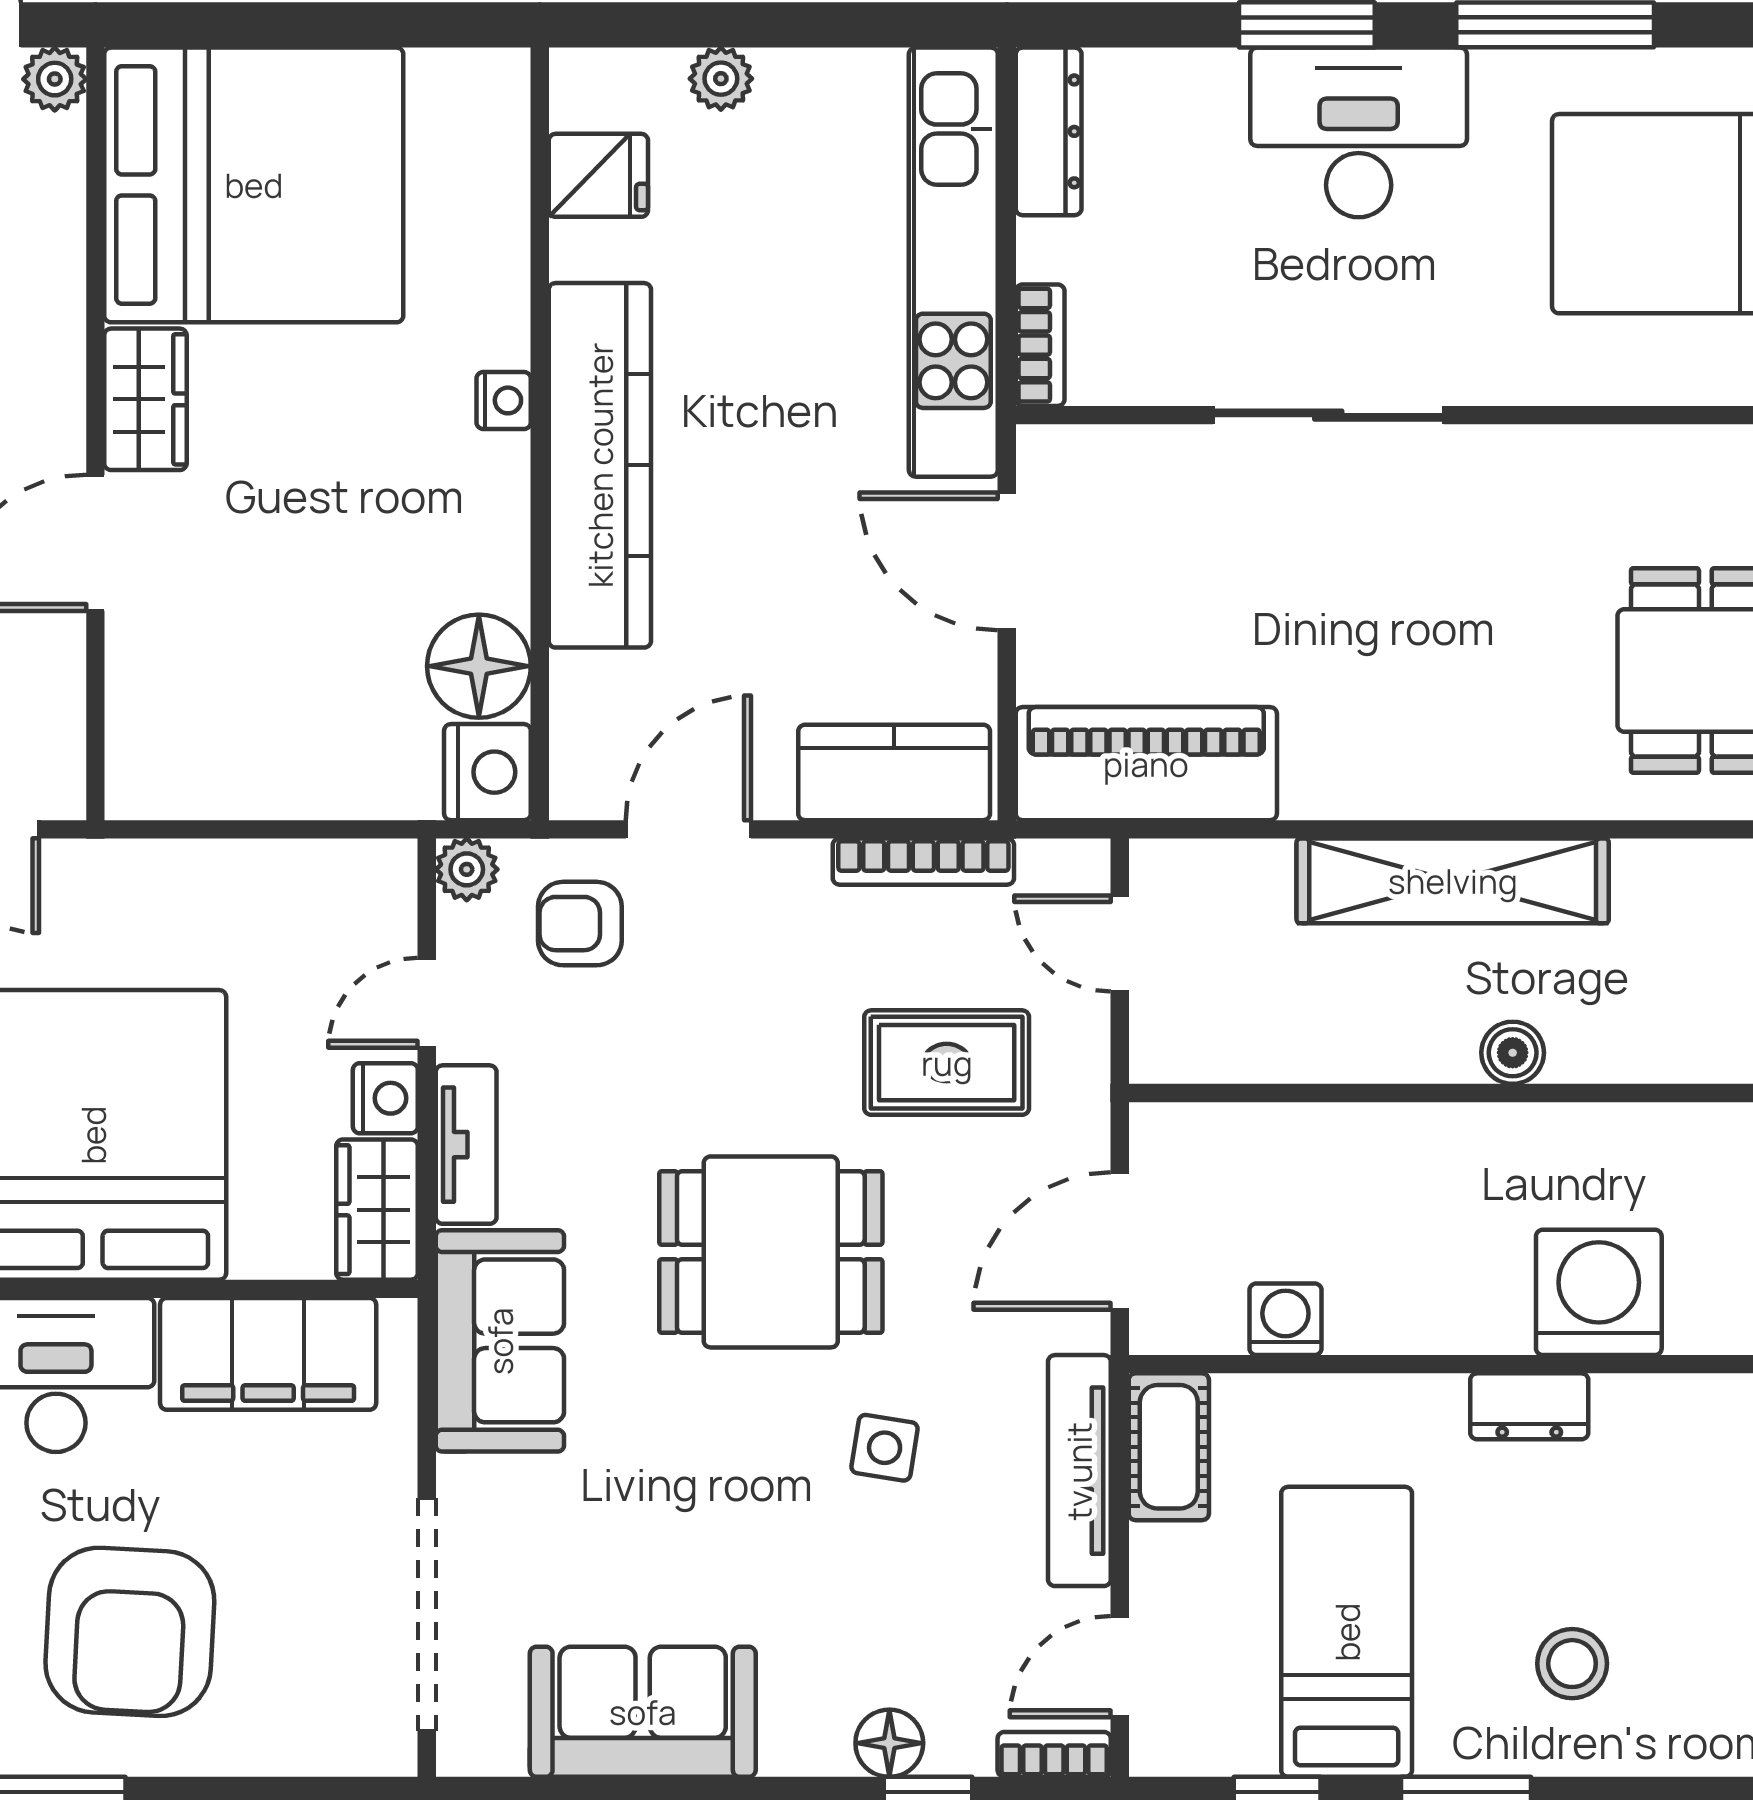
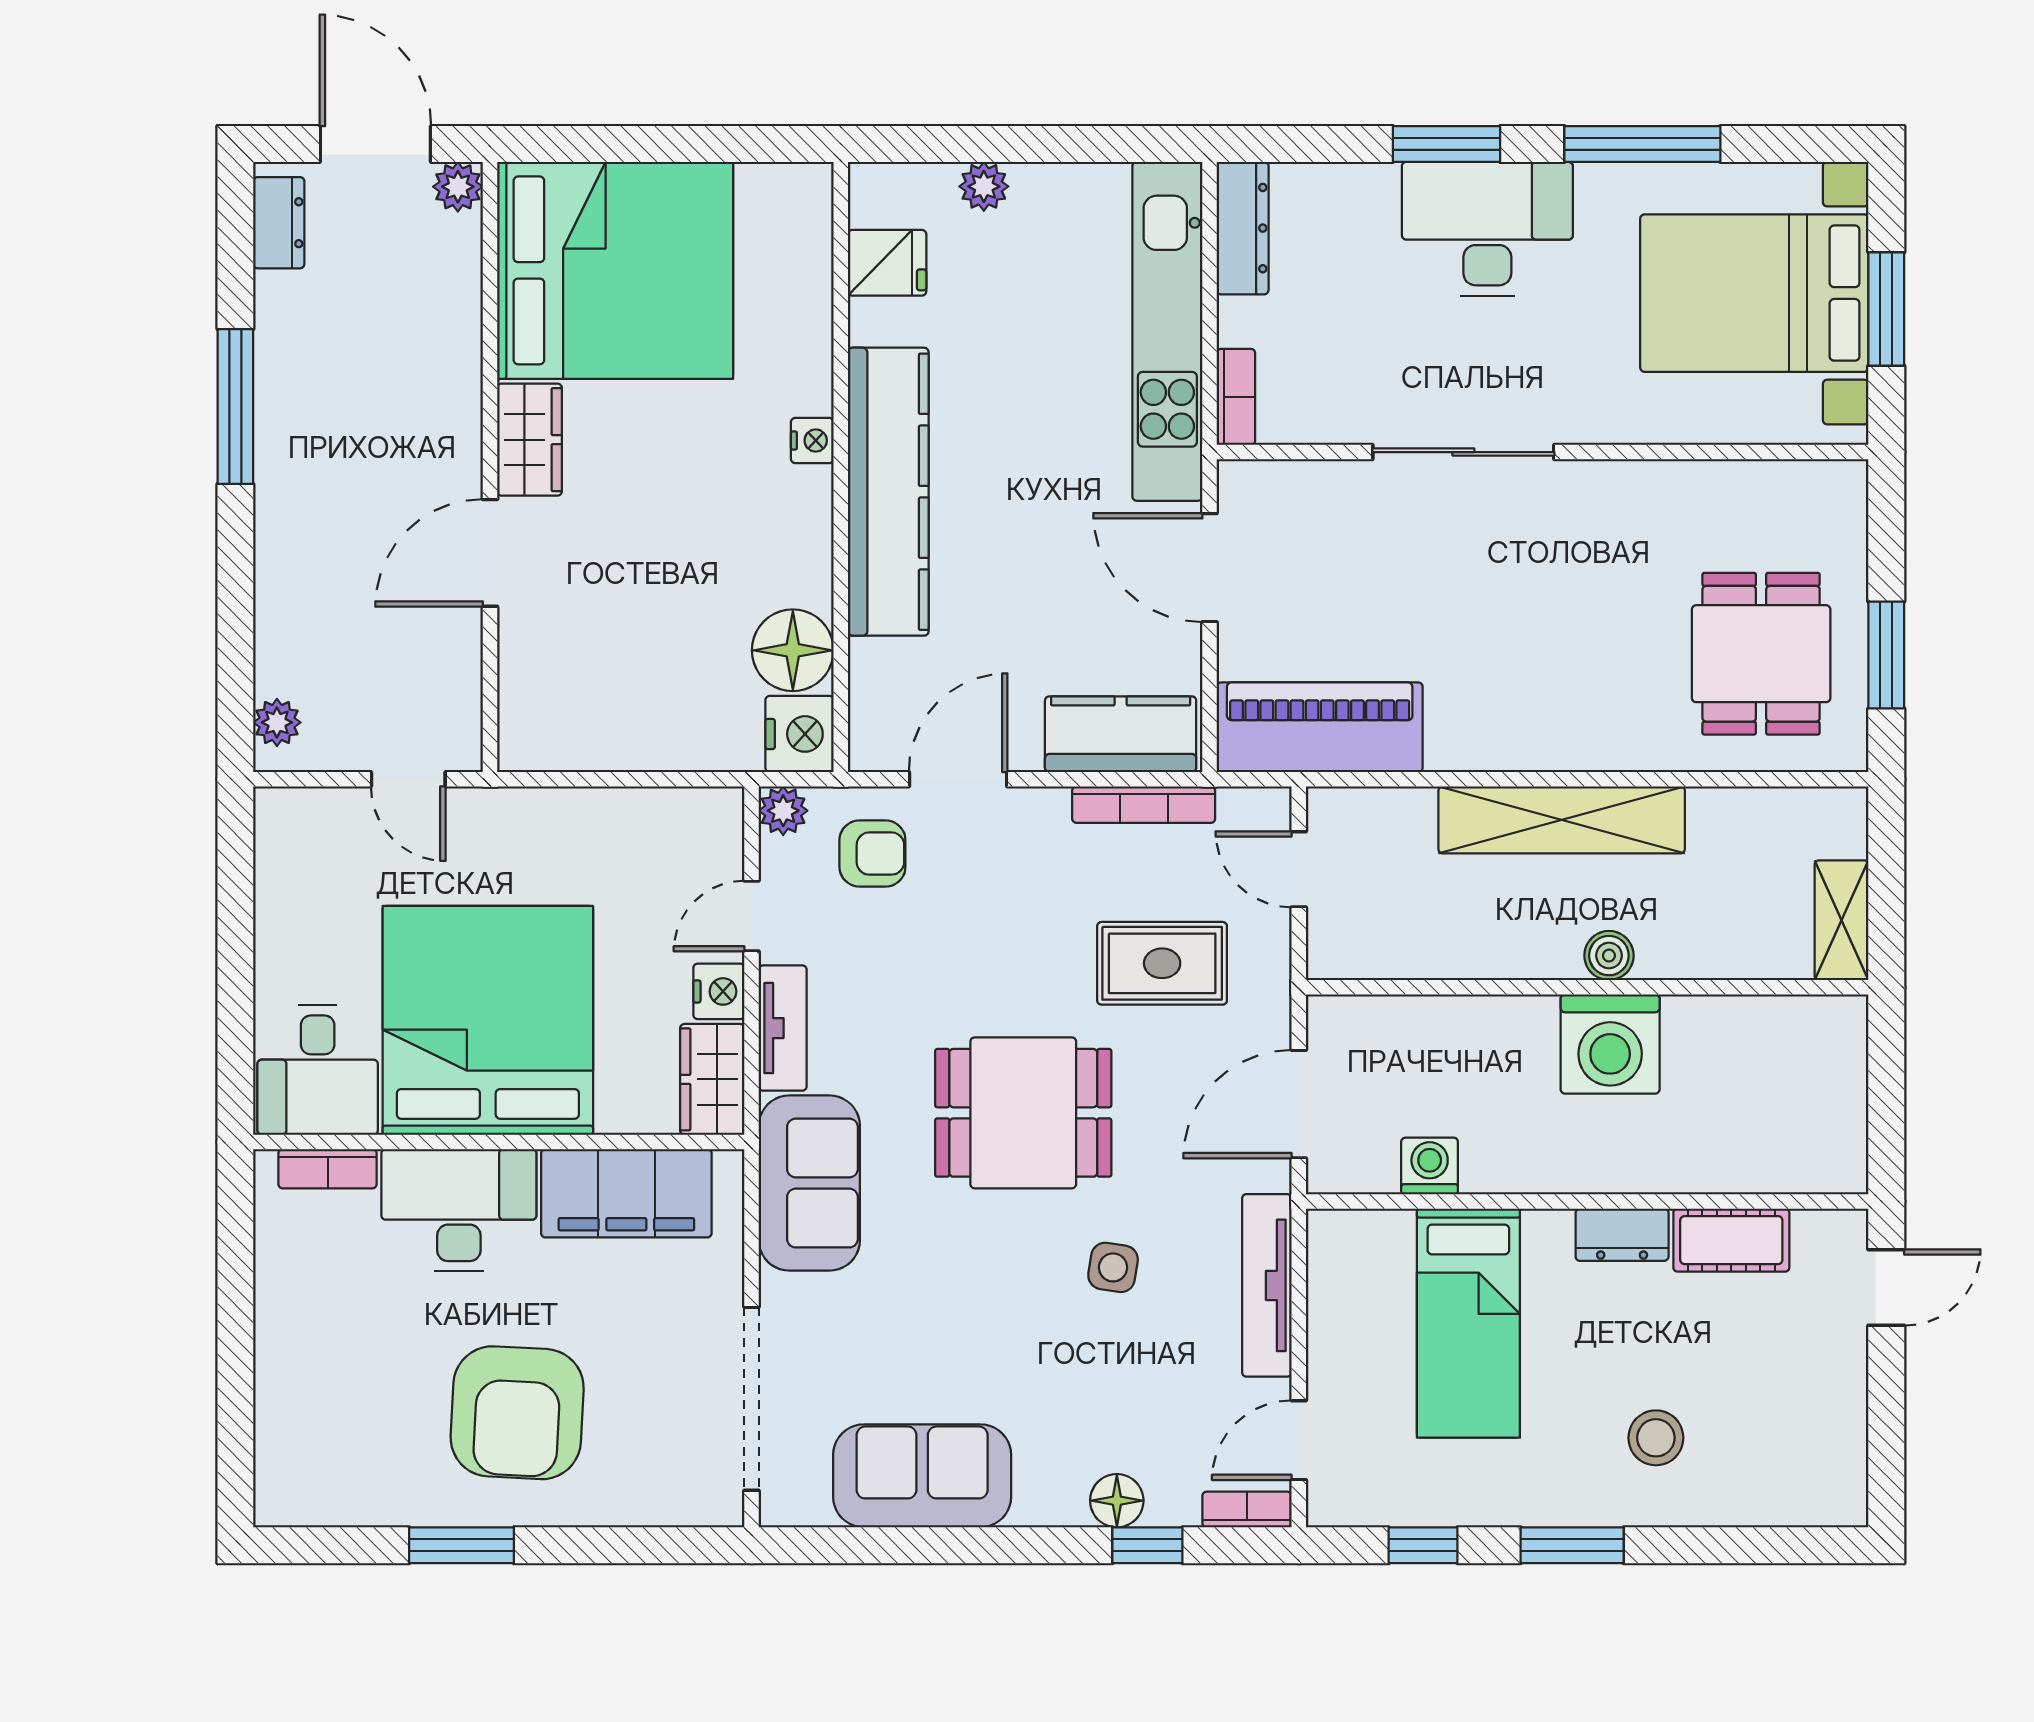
armchair: (580, 924) -> (872, 854), turned 180
washing machine: (1599, 1292) -> (1610, 1044), moved, turned 180
cot: (1169, 1447) -> (1731, 1240), moved, turned 90
bed: (1347, 1632) -> (1468, 1323), moved, turned 180

